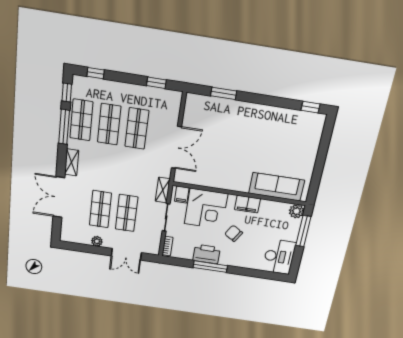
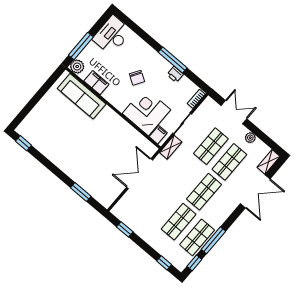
shop shelf: (137, 129) -> (204, 192), moved
shelving: (72, 162) -> (268, 162), moved
filing cabinet: (247, 204) -> (96, 83), moved
printer: (207, 254) -> (175, 74), width x0.53, depth x0.68

